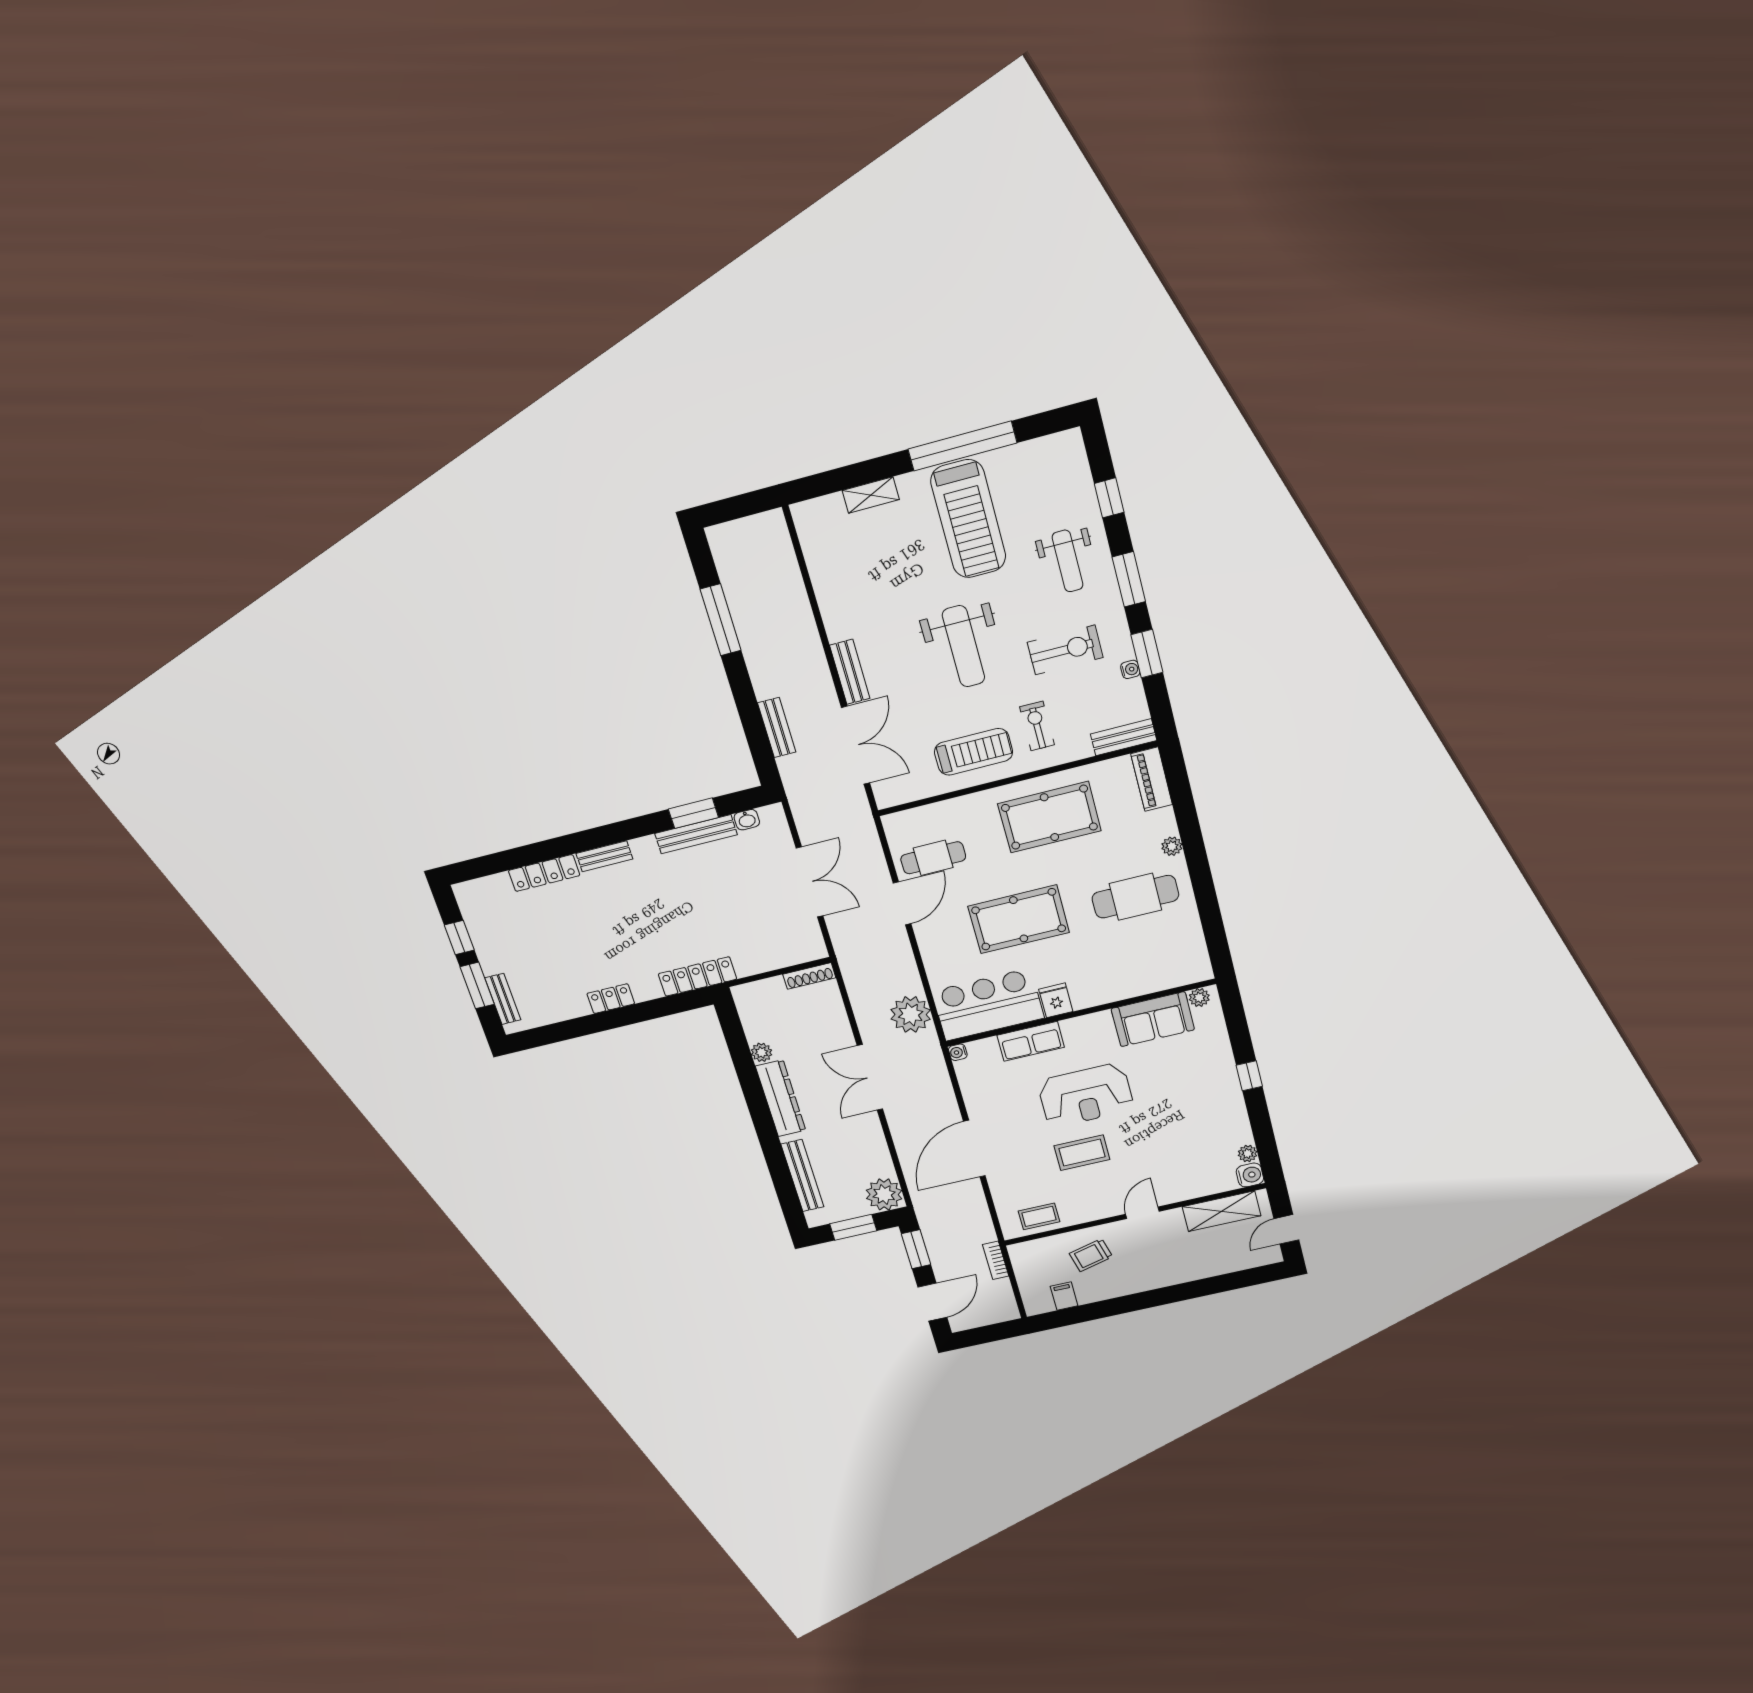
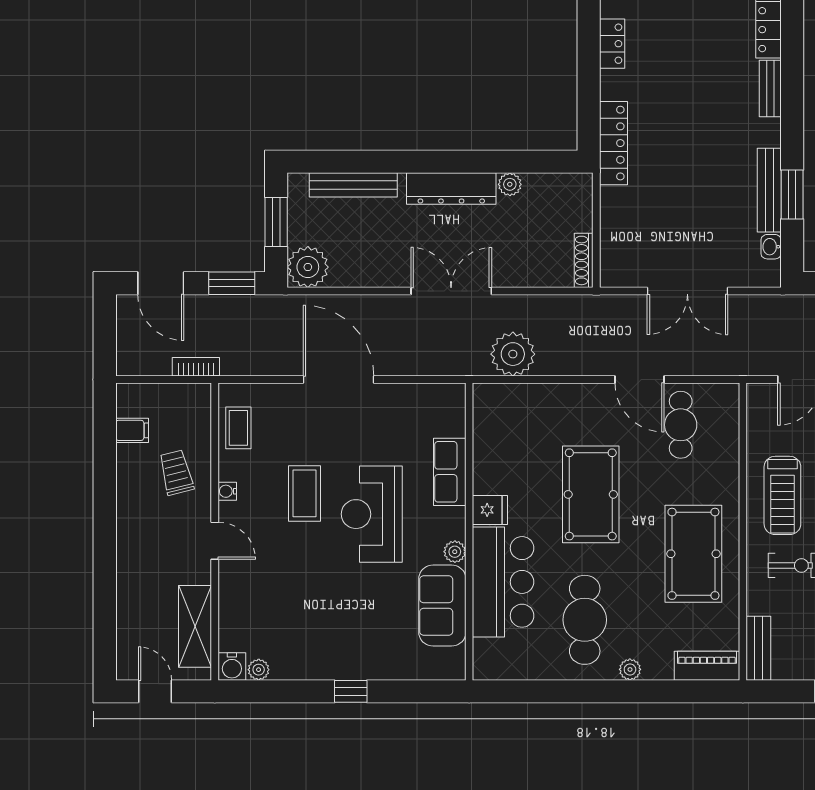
plant: (1199, 997) -> (455, 552), moved
bar counter: (988, 1005) -> (503, 582), moved
water cooler: (958, 1052) -> (227, 491), moved, turned -90

